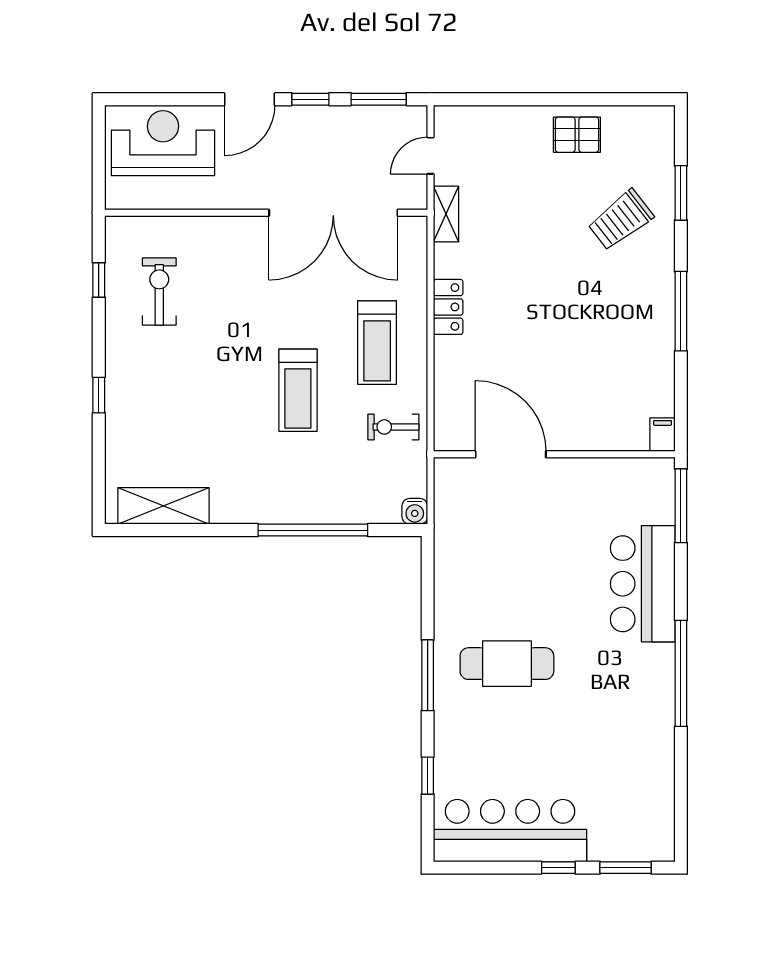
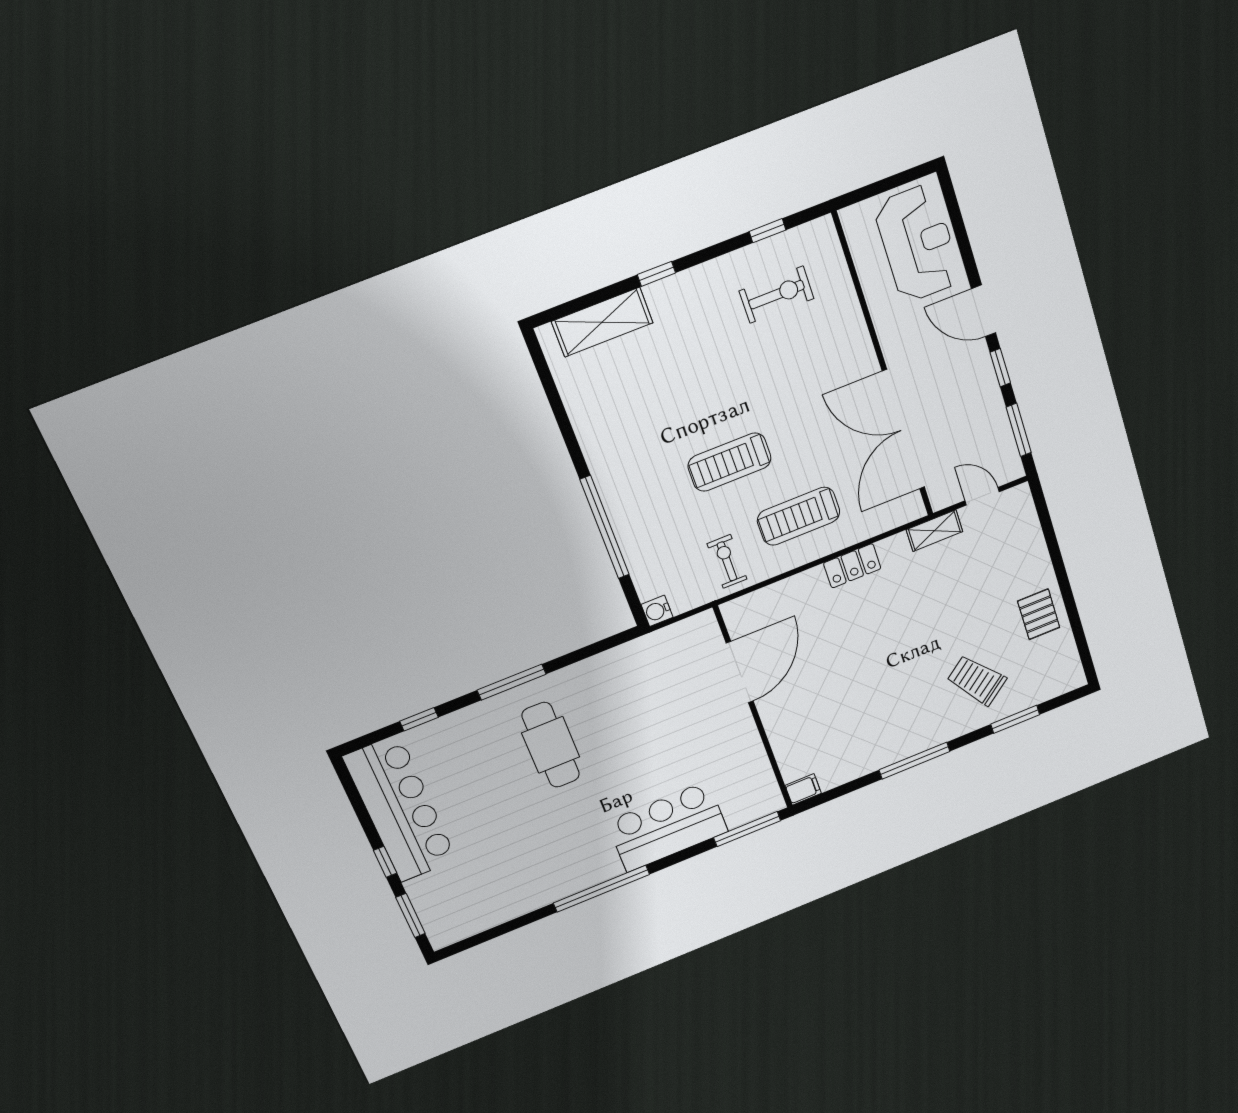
shelving: (163, 506) -> (602, 322), moved, turned 90

